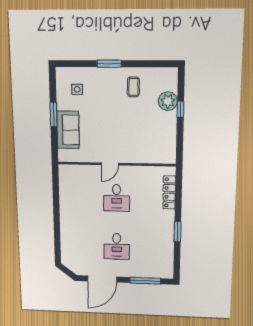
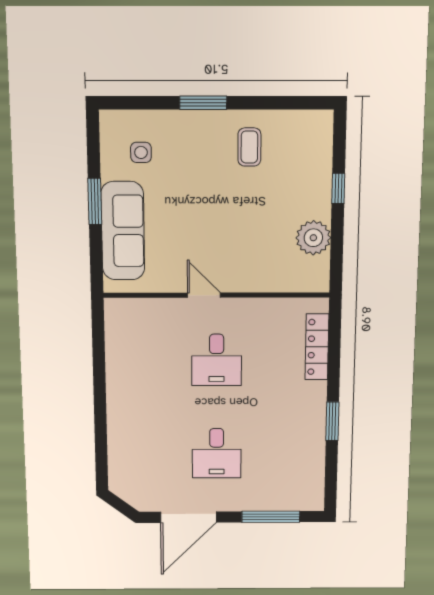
plant: (168, 101) -> (313, 238), moved
sofa: (68, 130) -> (123, 231), width x1.36
door: (110, 164) -> (204, 295), swing flipped

